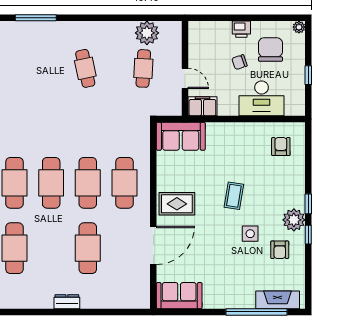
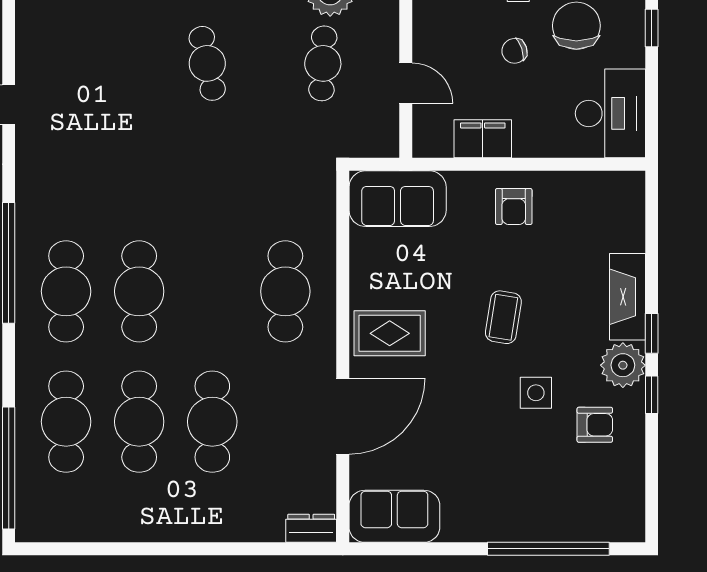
window: (308, 75) -> (652, 28), moved
desk: (262, 98) -> (610, 113), moved, turned -90
filing cabinet: (202, 106) -> (483, 139), moved
armchair: (281, 147) -> (514, 207), moved, turned 180
cafe table: (88, 183) -> (139, 422), moved
armchair: (280, 250) -> (595, 425), turned -90
fireplace: (278, 300) -> (627, 297), moved, turned -90
dresser: (67, 302) -> (311, 528), moved

